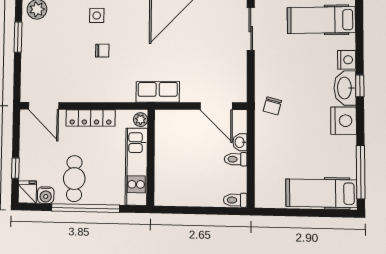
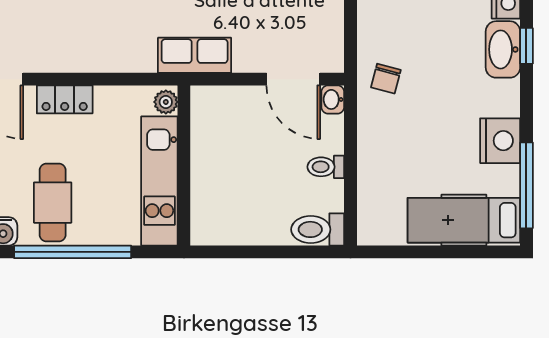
locker: (90, 118) -> (65, 99), width x0.66
nightstand: (344, 121) -> (500, 141), moved
washbasin: (240, 142) -> (333, 99), moved
toilet: (235, 200) -> (318, 229), width x1.37, depth x1.39

